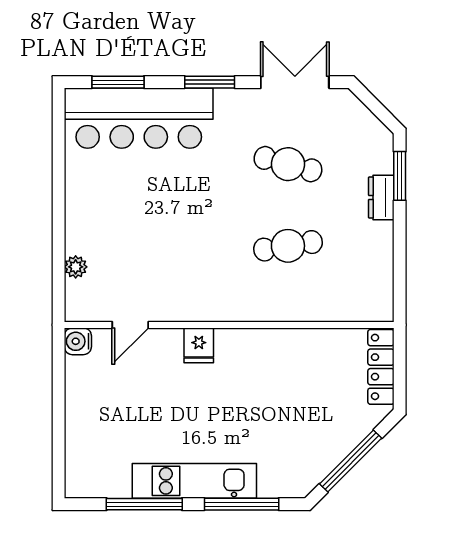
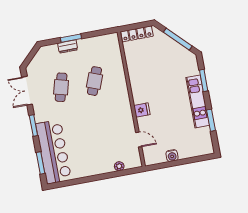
window: (400, 176) -> (71, 38), moved
cafe table: (288, 246) -> (94, 81), turned 30
water cooler: (78, 341) -> (172, 156), moved
window: (144, 504) -> (211, 120), width x0.69
window: (242, 504) -> (204, 80), width x0.69

